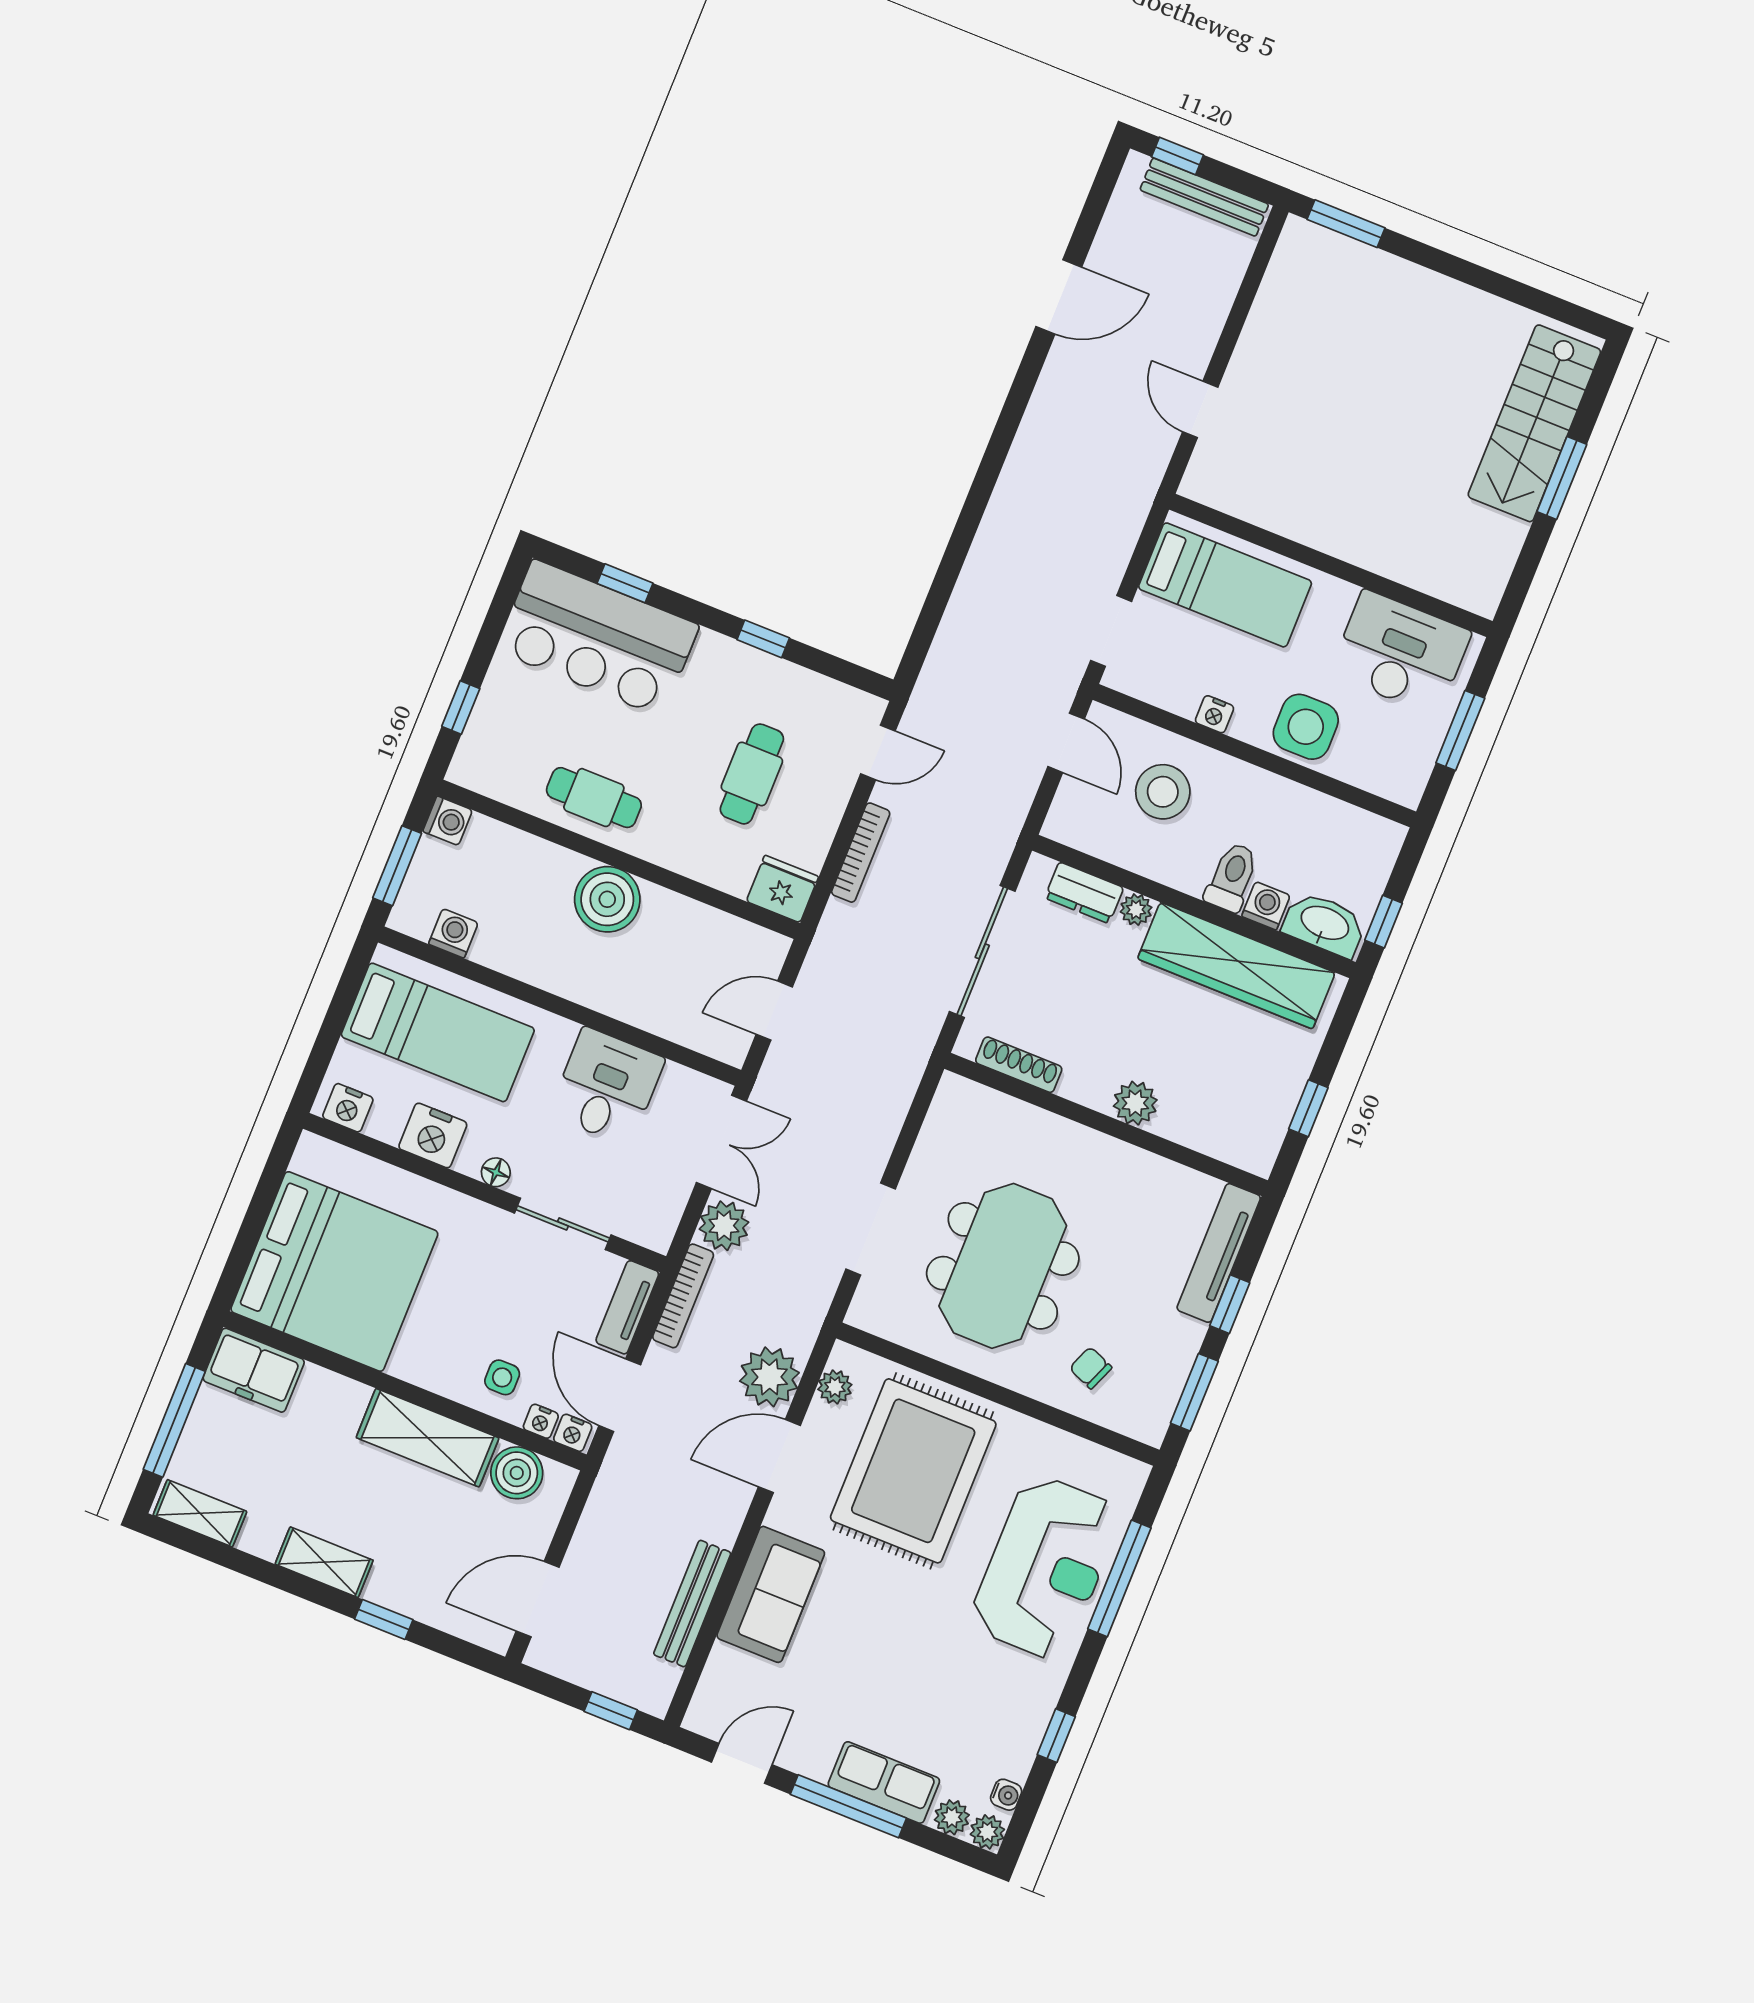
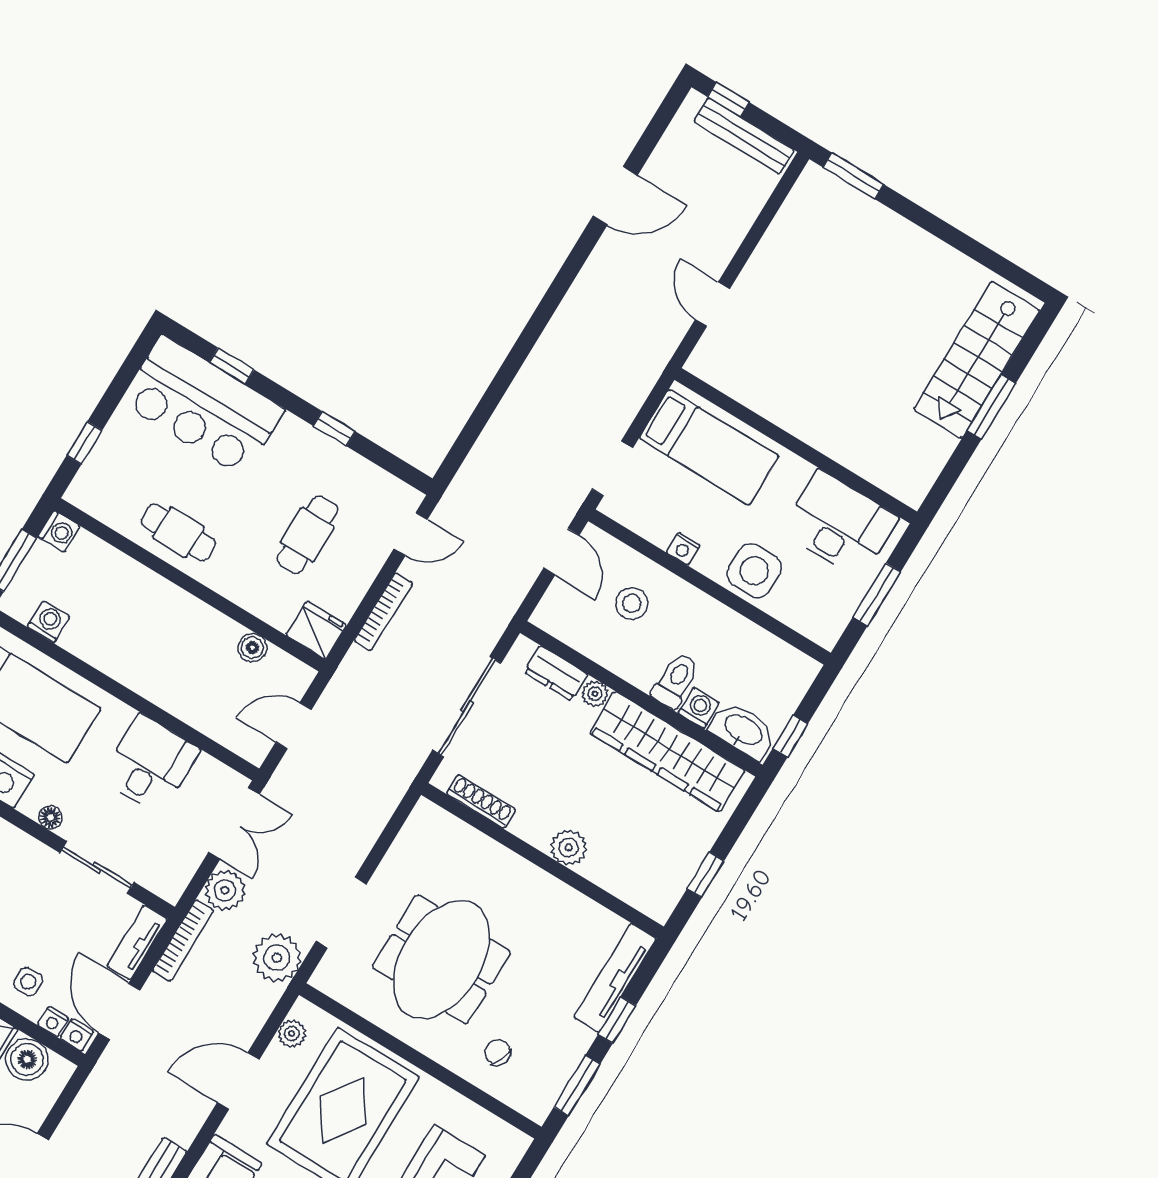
stool: (1163, 792) -> (632, 603), width x0.73, depth x0.73
boiler: (607, 899) -> (252, 648), moved, width x0.54, depth x0.54
plant: (769, 1377) -> (277, 958), moved

